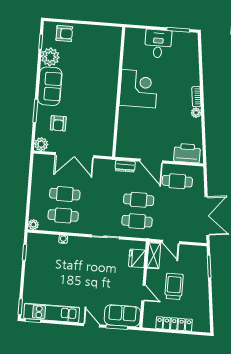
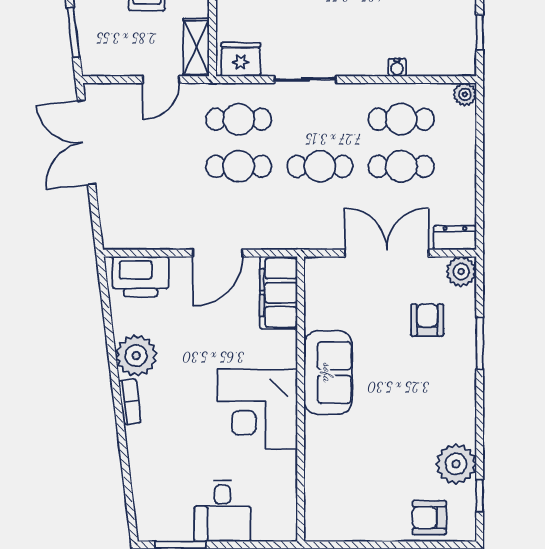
sofa: (50, 86) -> (328, 373), moved, turned 180
plant: (196, 113) -> (136, 356), width x1.87, depth x1.87
filing cabinet: (125, 141) -> (278, 293), added
door: (151, 161) -> (218, 253), swing flipped
dresser: (125, 166) -> (455, 238), moved
cafe table: (177, 181) -> (320, 166), moved
door: (171, 242) -> (161, 80), swing flipped
fridge: (137, 258) -> (241, 59), moved, turned -90

